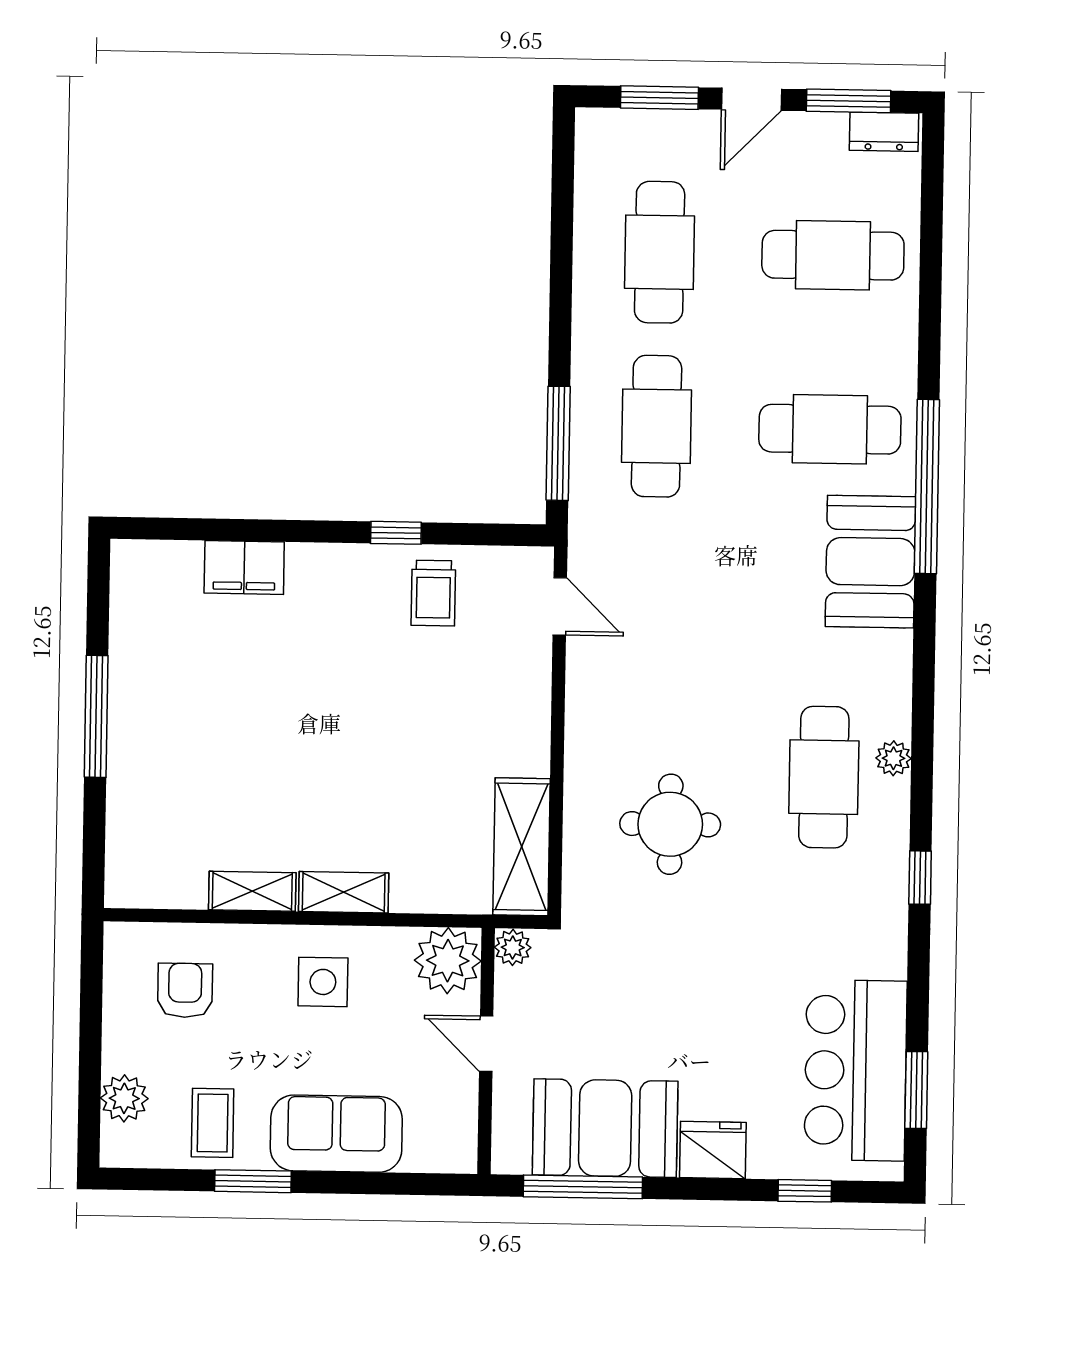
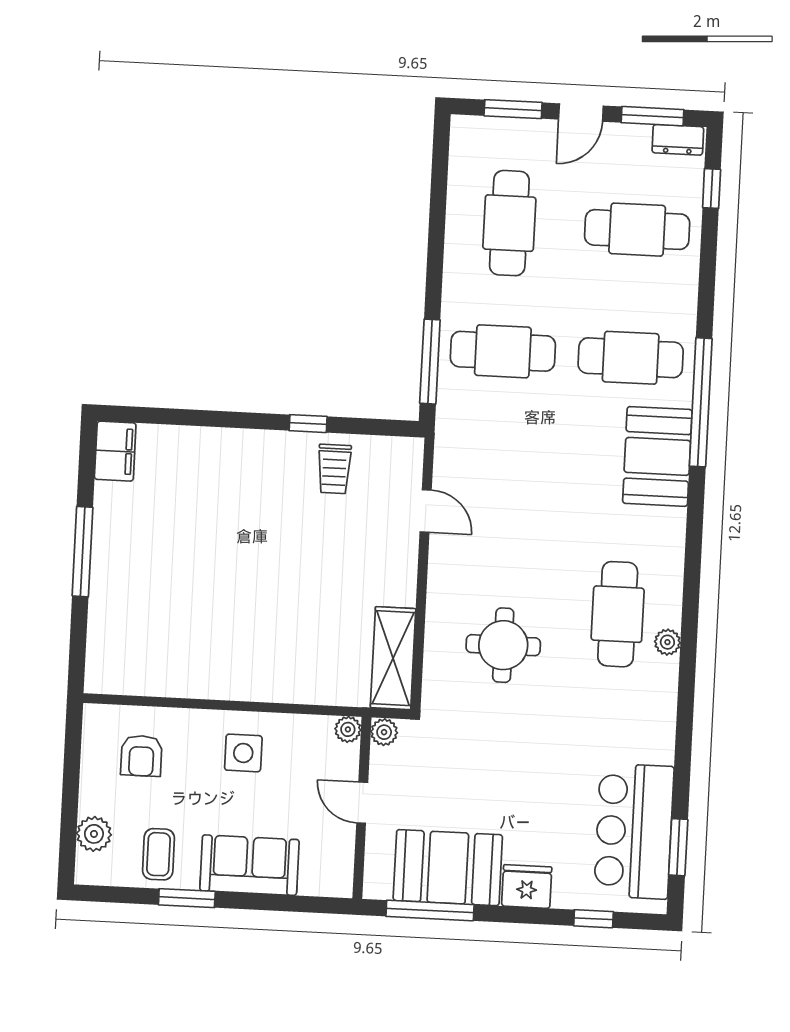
cafe table: (656, 426) -> (503, 351), turned 90
filing cabinet: (244, 568) -> (115, 451), moved, turned -90
door: (560, 606) -> (426, 511), moved
plant: (893, 758) -> (667, 642), moved
window: (920, 878) -> (712, 188), moved
shelving: (252, 891) -> (193, 684), removed
shelving: (344, 892) -> (261, 687), removed
plant: (448, 961) -> (348, 729), width x0.53, depth x0.53
armchair: (185, 990) -> (141, 756), turned 180

